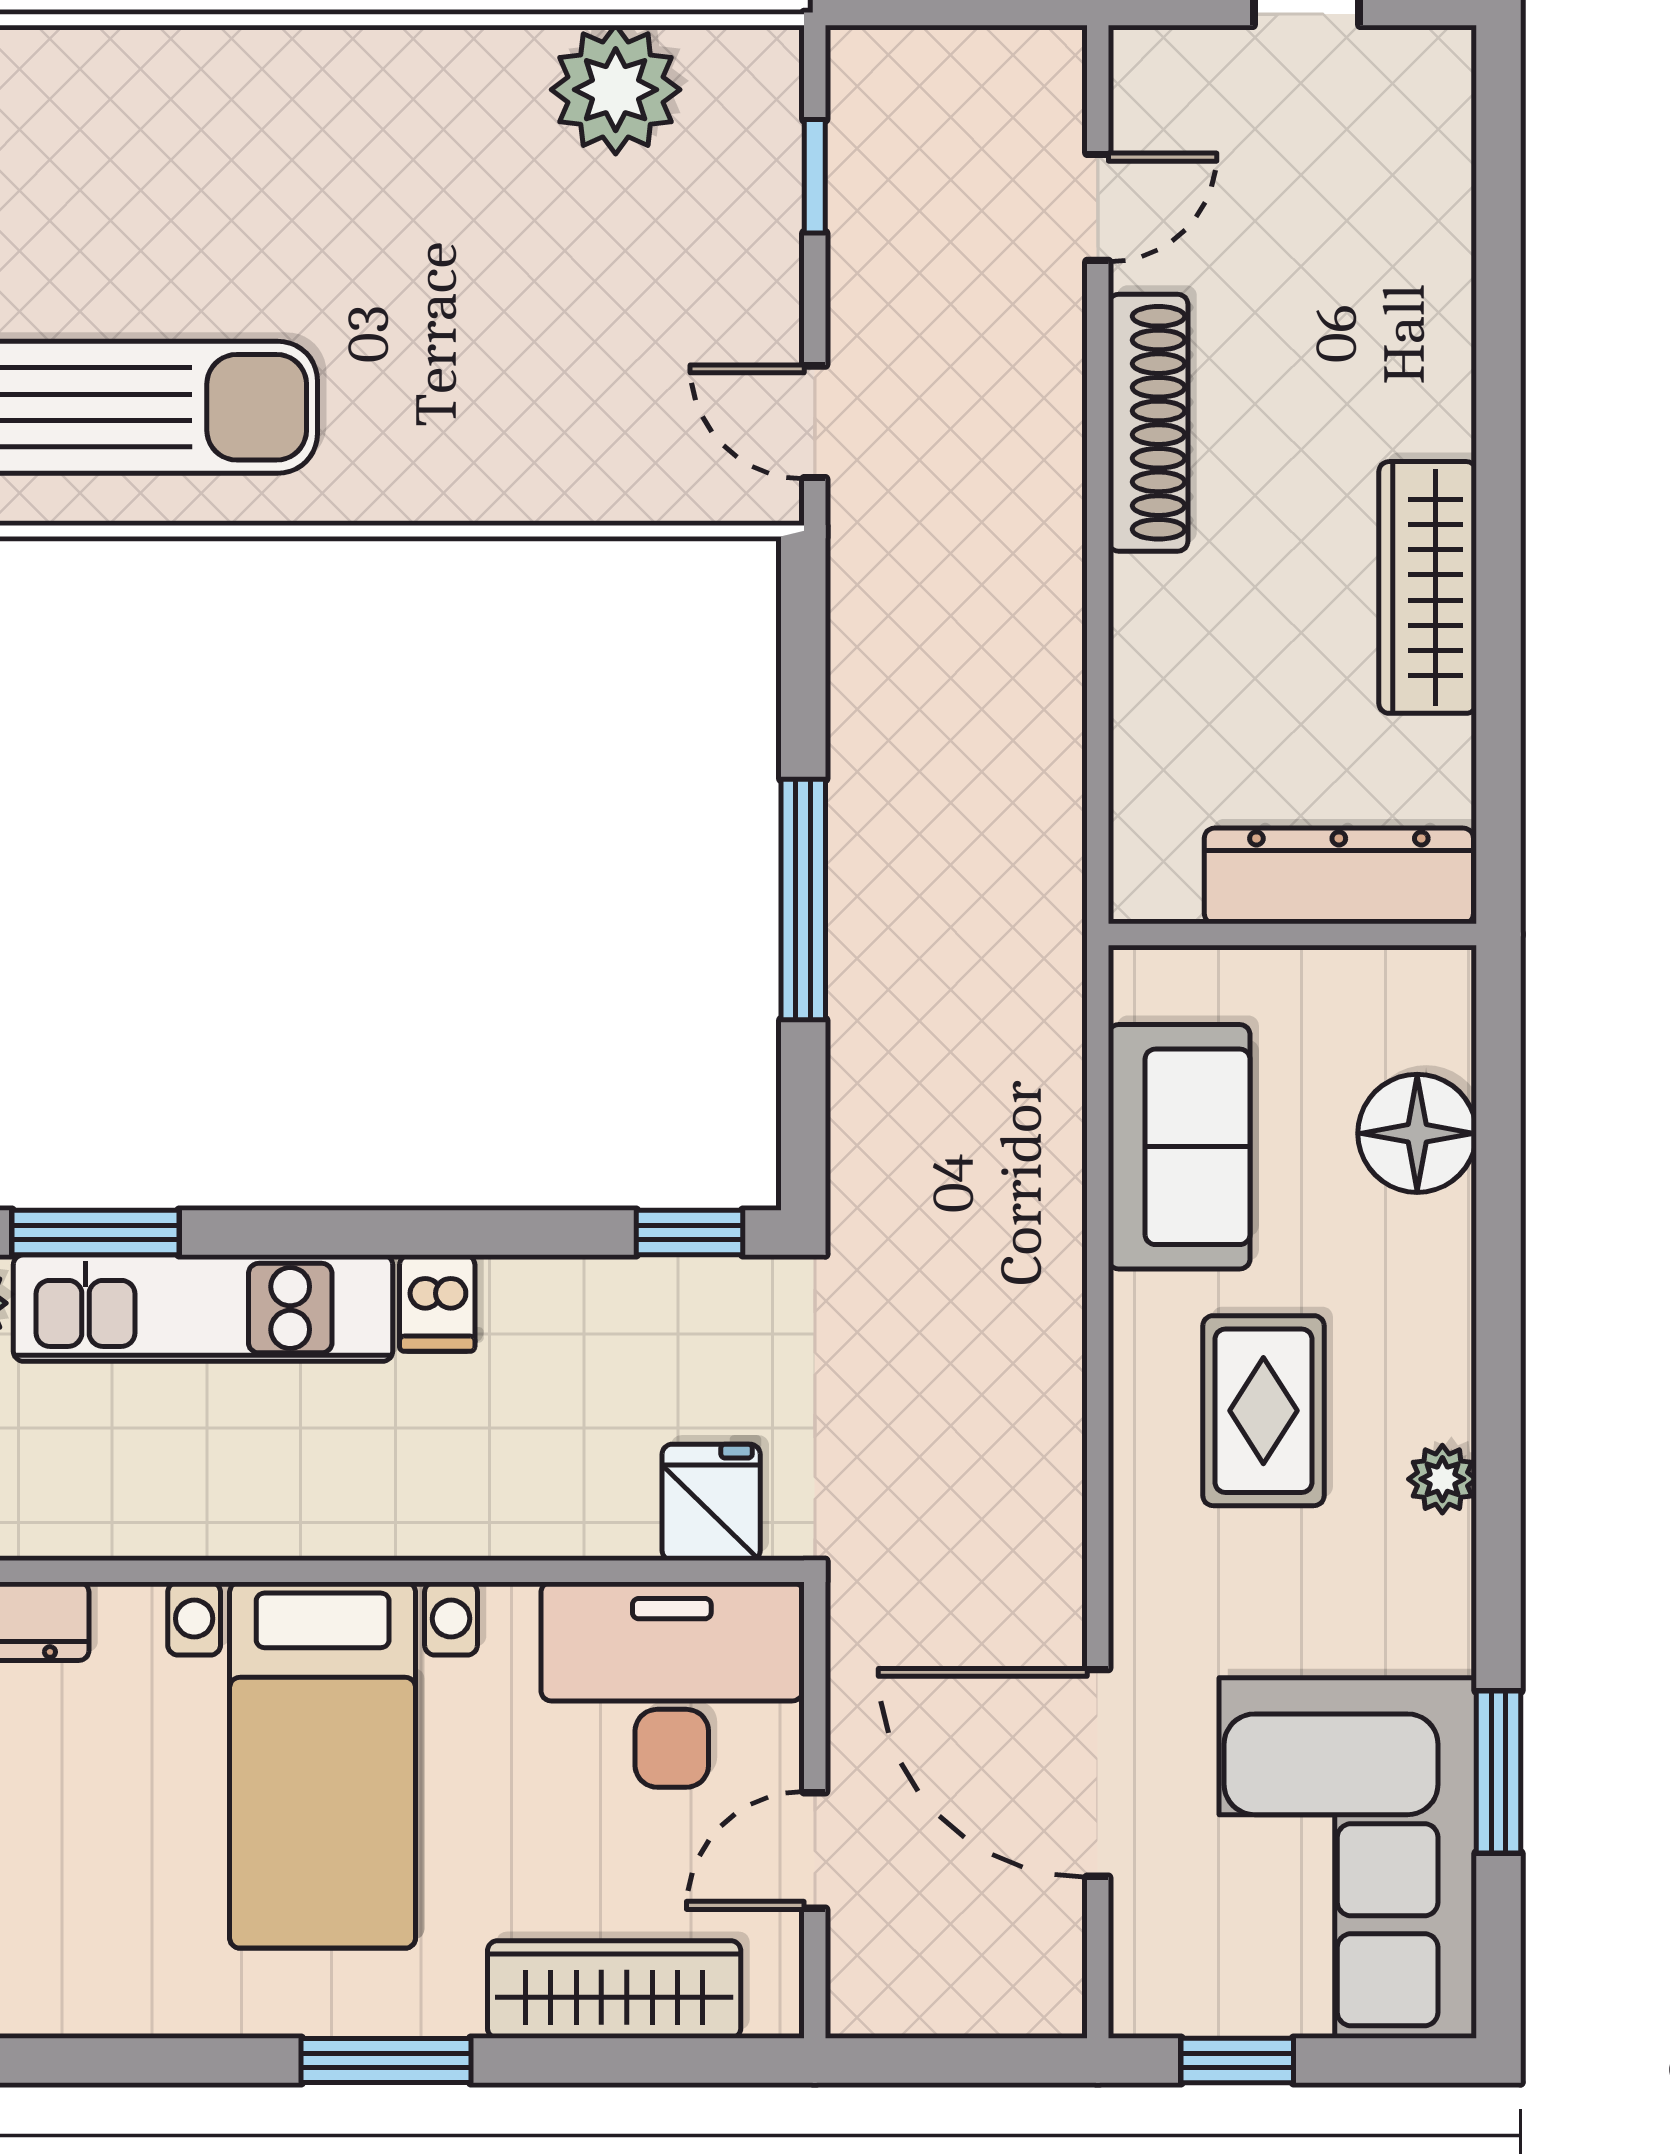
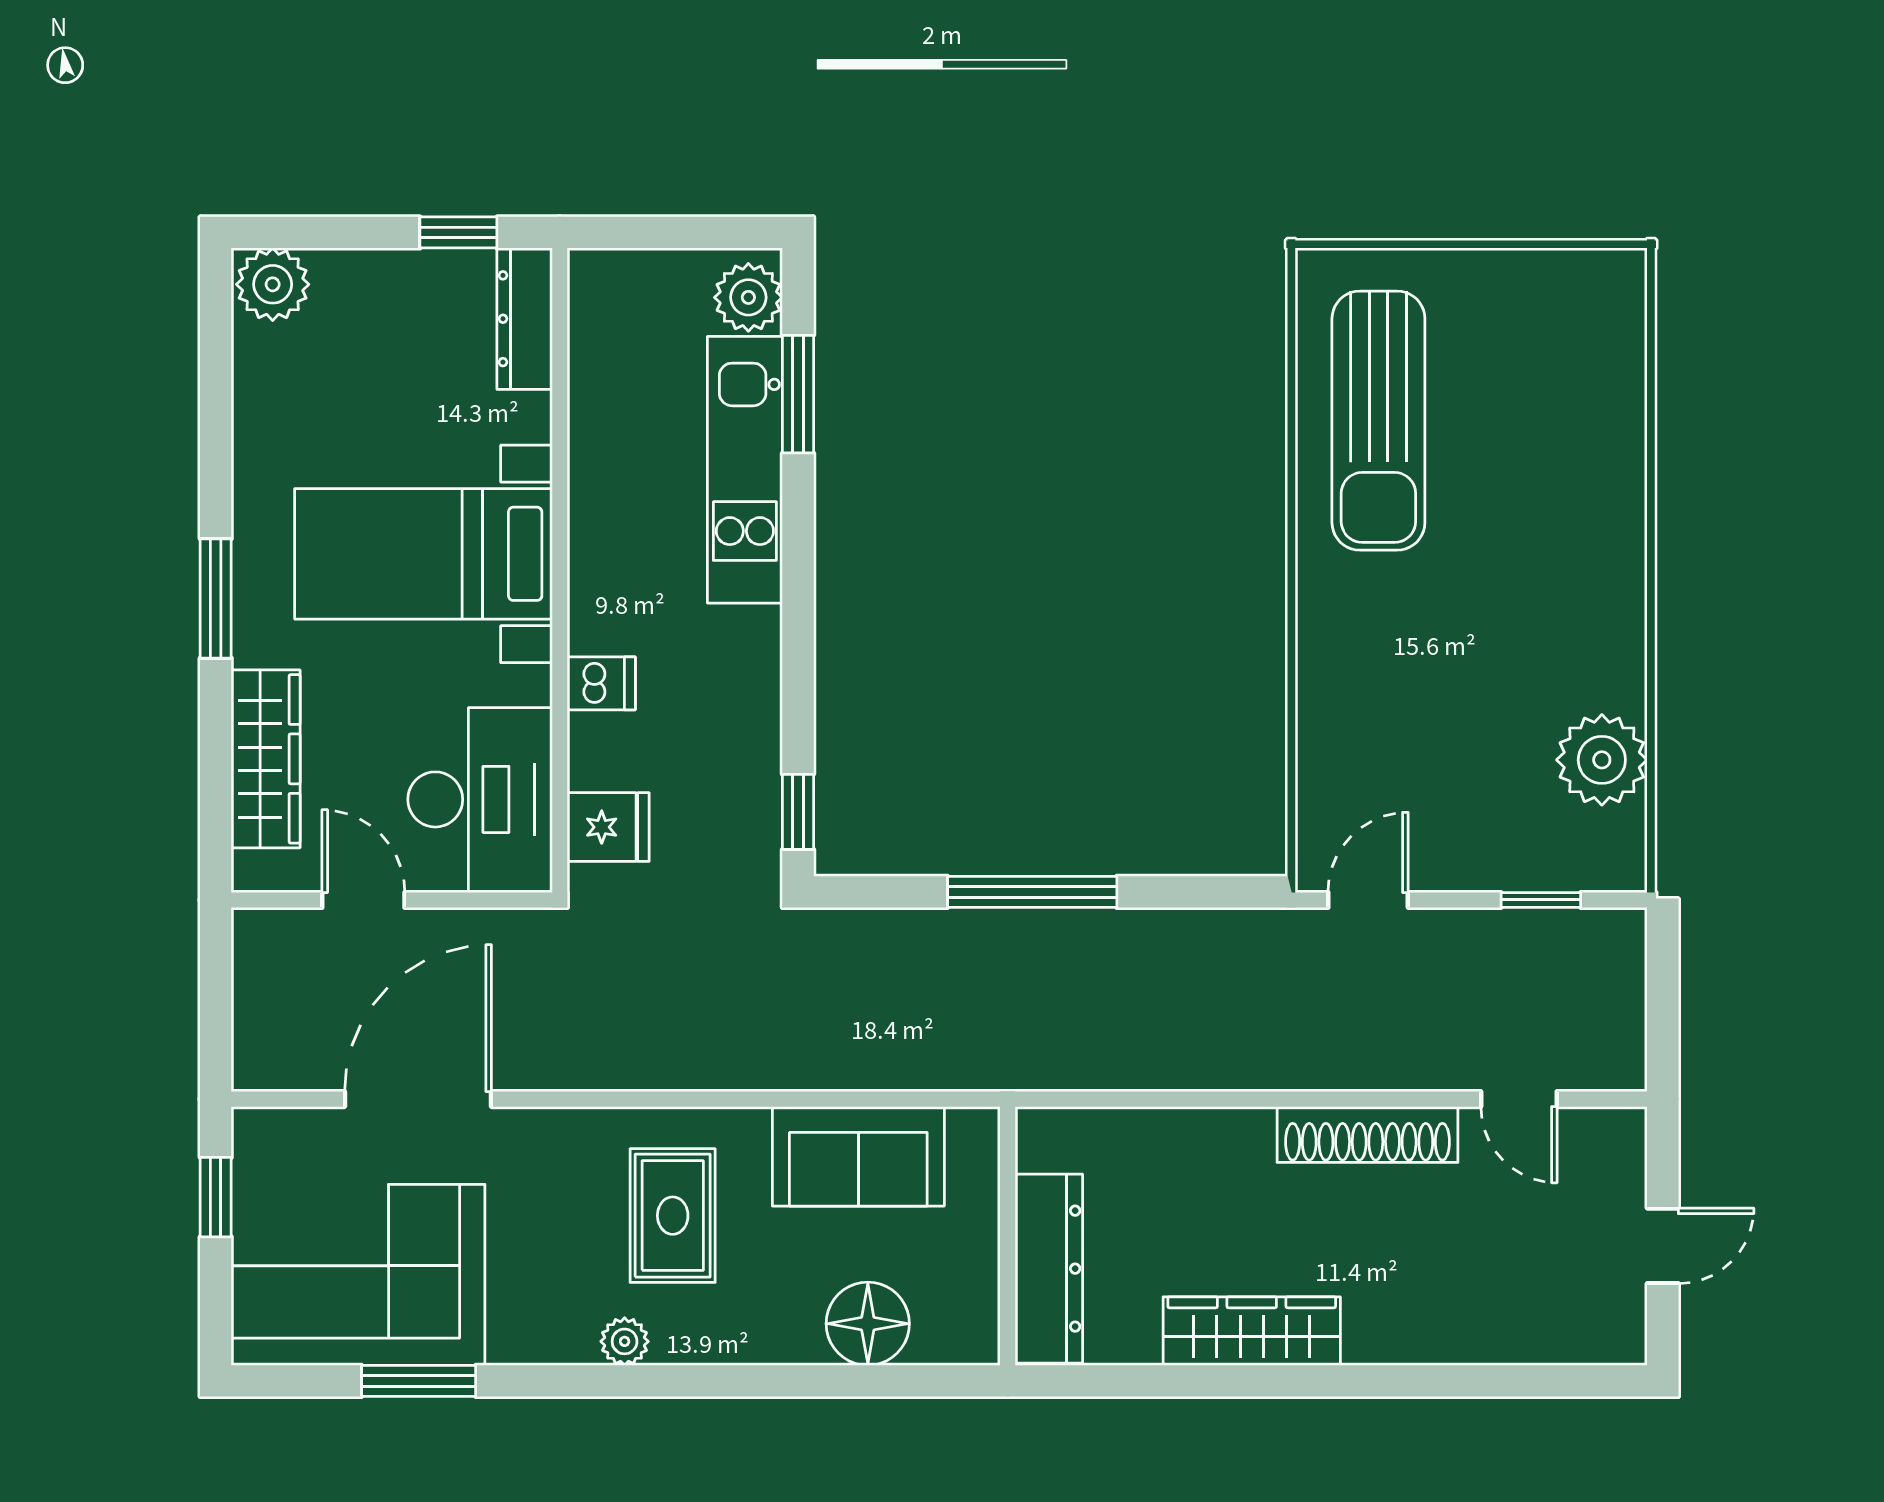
dishwasher: (437, 1303) -> (601, 683), moved, turned 180
rug: (1263, 1411) -> (673, 1216), turned 90

